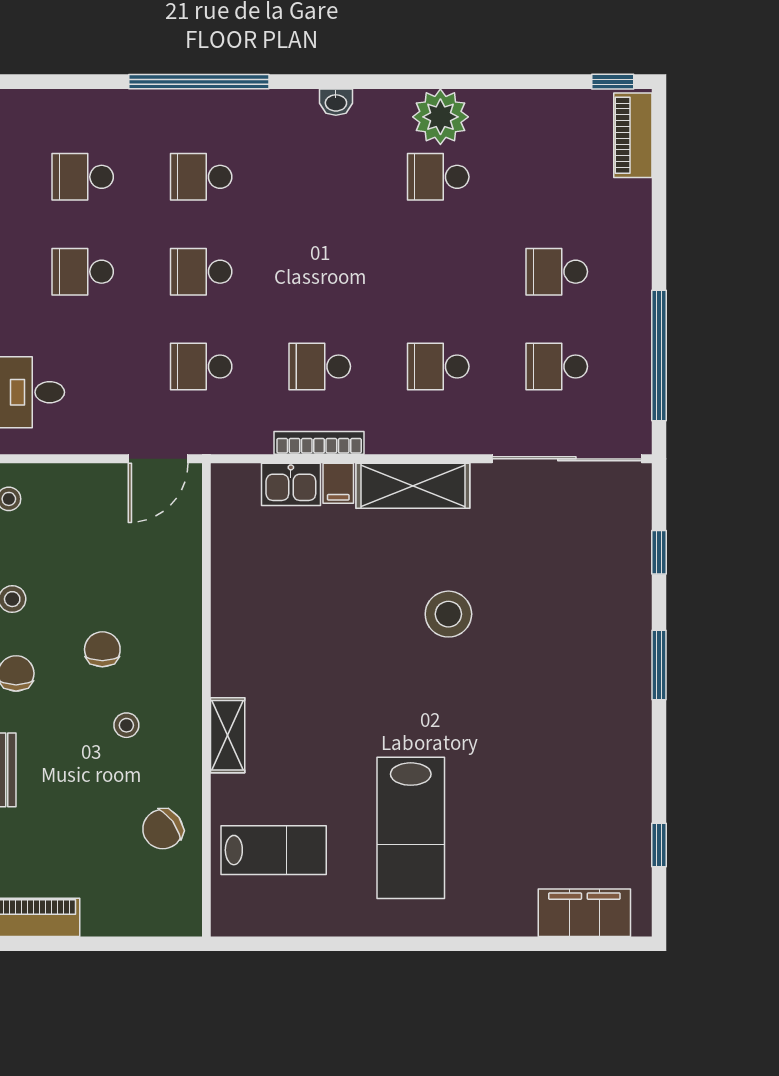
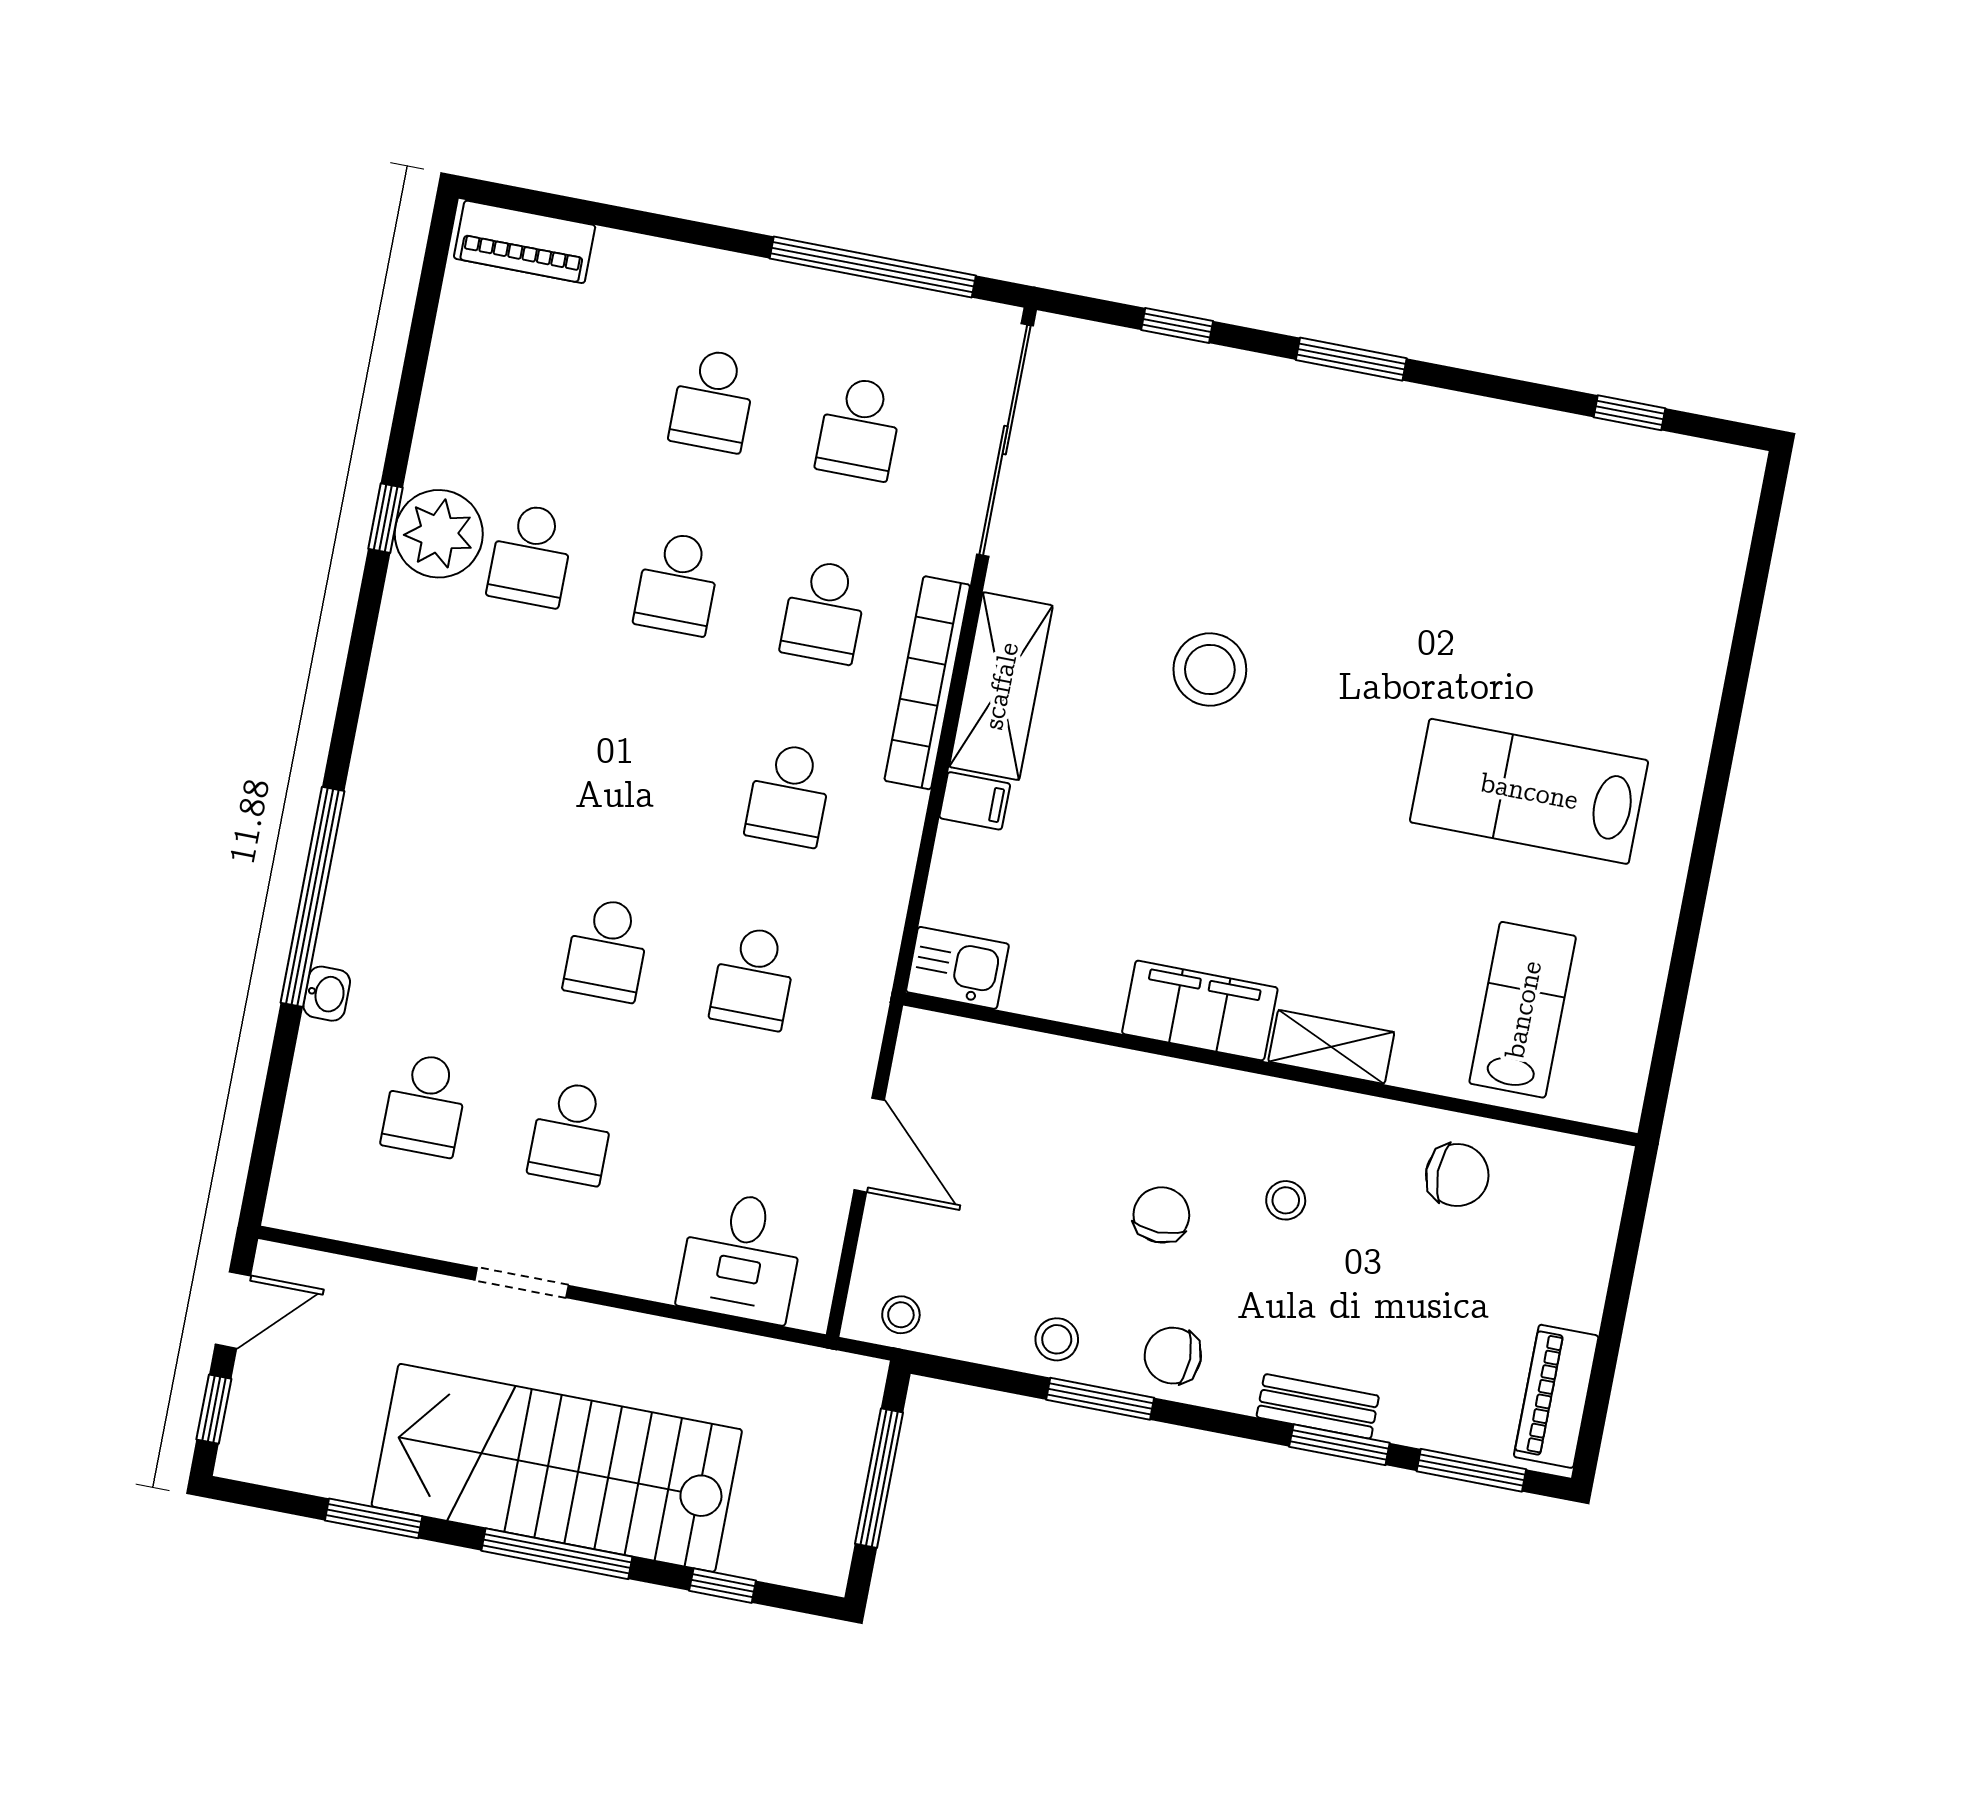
window: (613, 82) -> (385, 518), moved
washbasin: (336, 102) -> (327, 994), moved
school desk: (201, 177) -> (677, 583), moved
bookcase: (319, 443) -> (927, 683), moved, width x1.48, depth x1.31
door: (158, 459) -> (869, 1145), moved
kitchen sink: (291, 484) -> (957, 968), moved, turned -90
chair: (102, 649) -> (1161, 1215), turned 90
lab bench: (411, 828) -> (1529, 791), turned 180
chair: (163, 829) -> (1457, 1175), turned -54
filing cabinet: (584, 913) -> (1200, 1011), moved, turned 90

